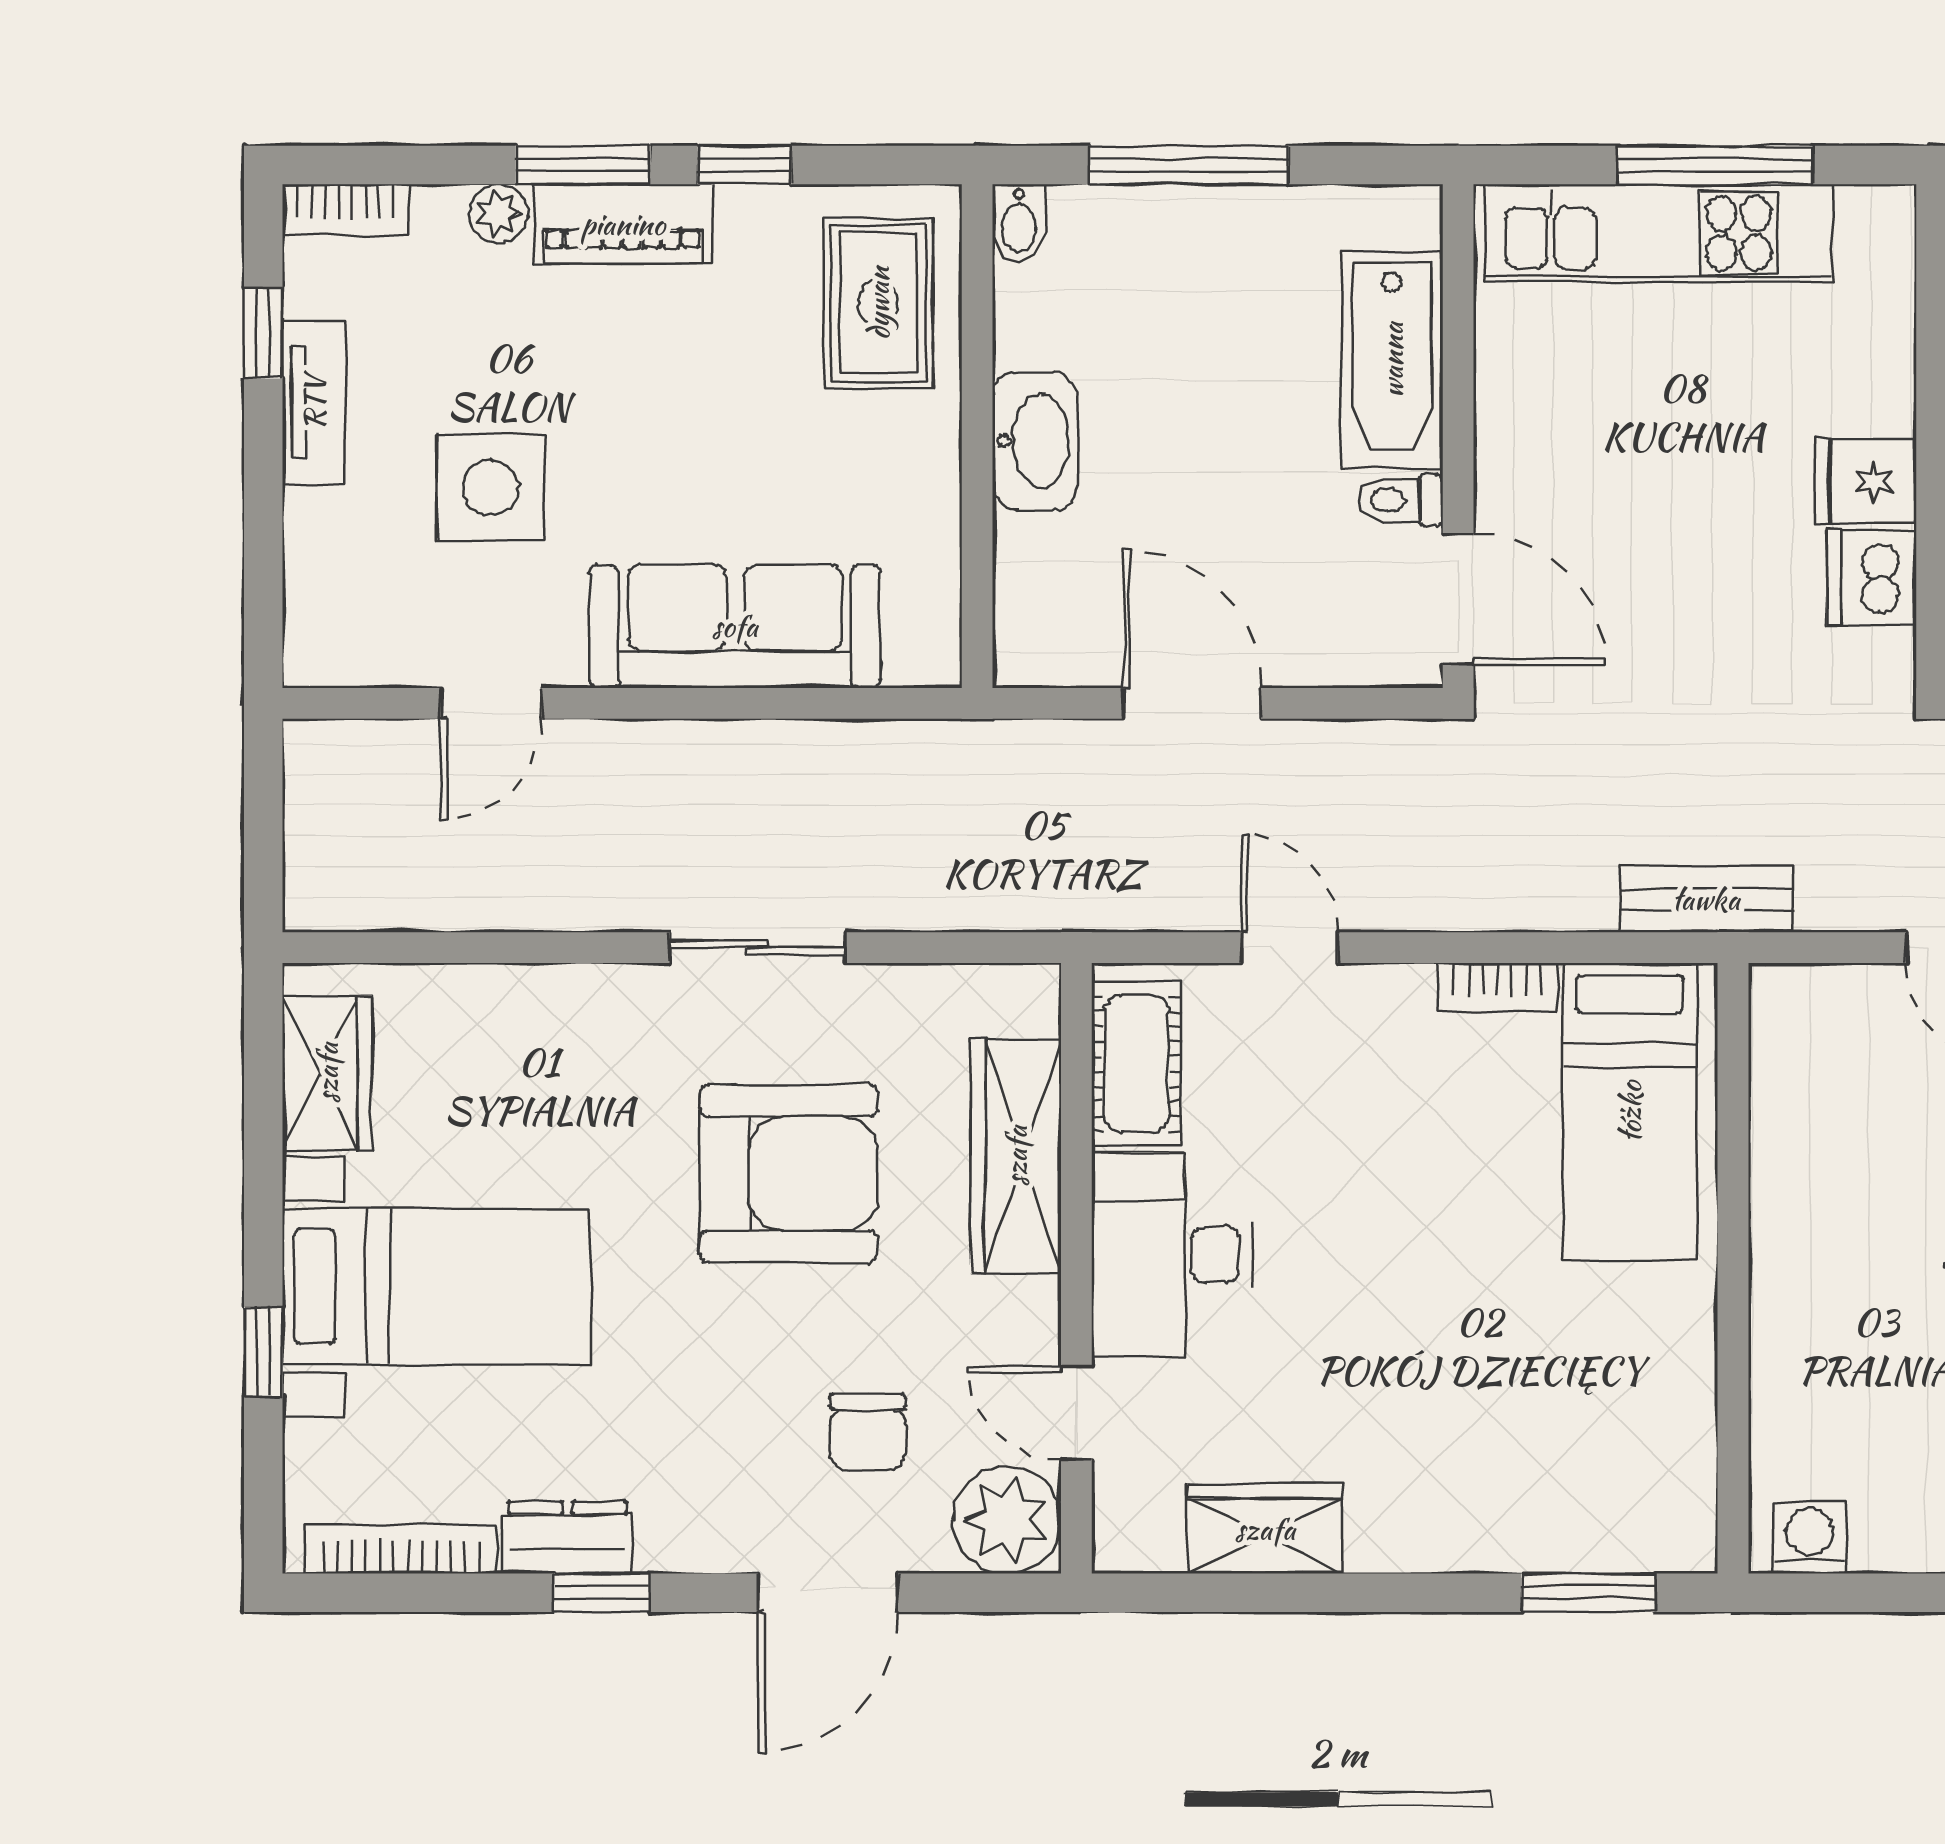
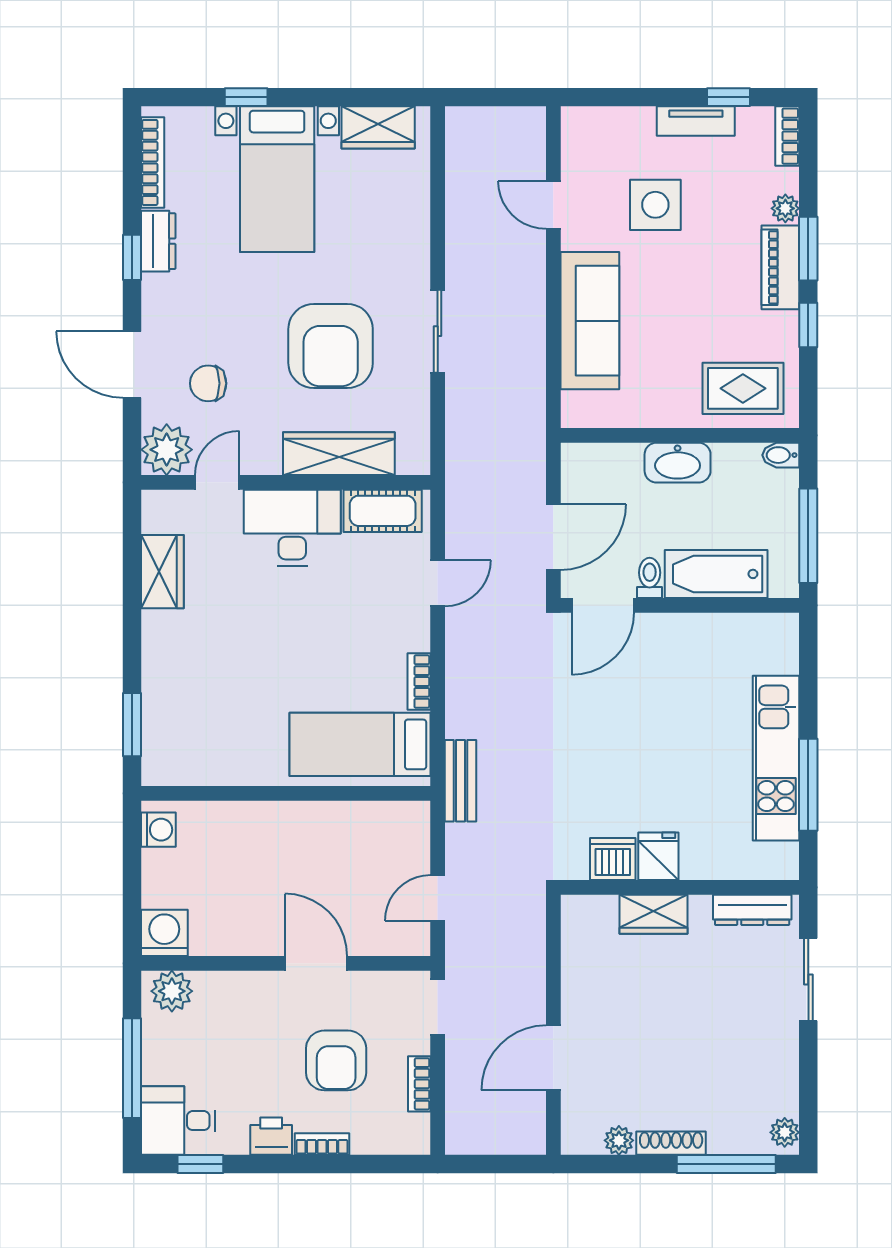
bathtub: (1392, 360) -> (716, 574), moved
wall: (1458, 436) -> (680, 605), moved
toilet: (1400, 500) -> (650, 578), moved
door: (1458, 599) -> (603, 605), moved

